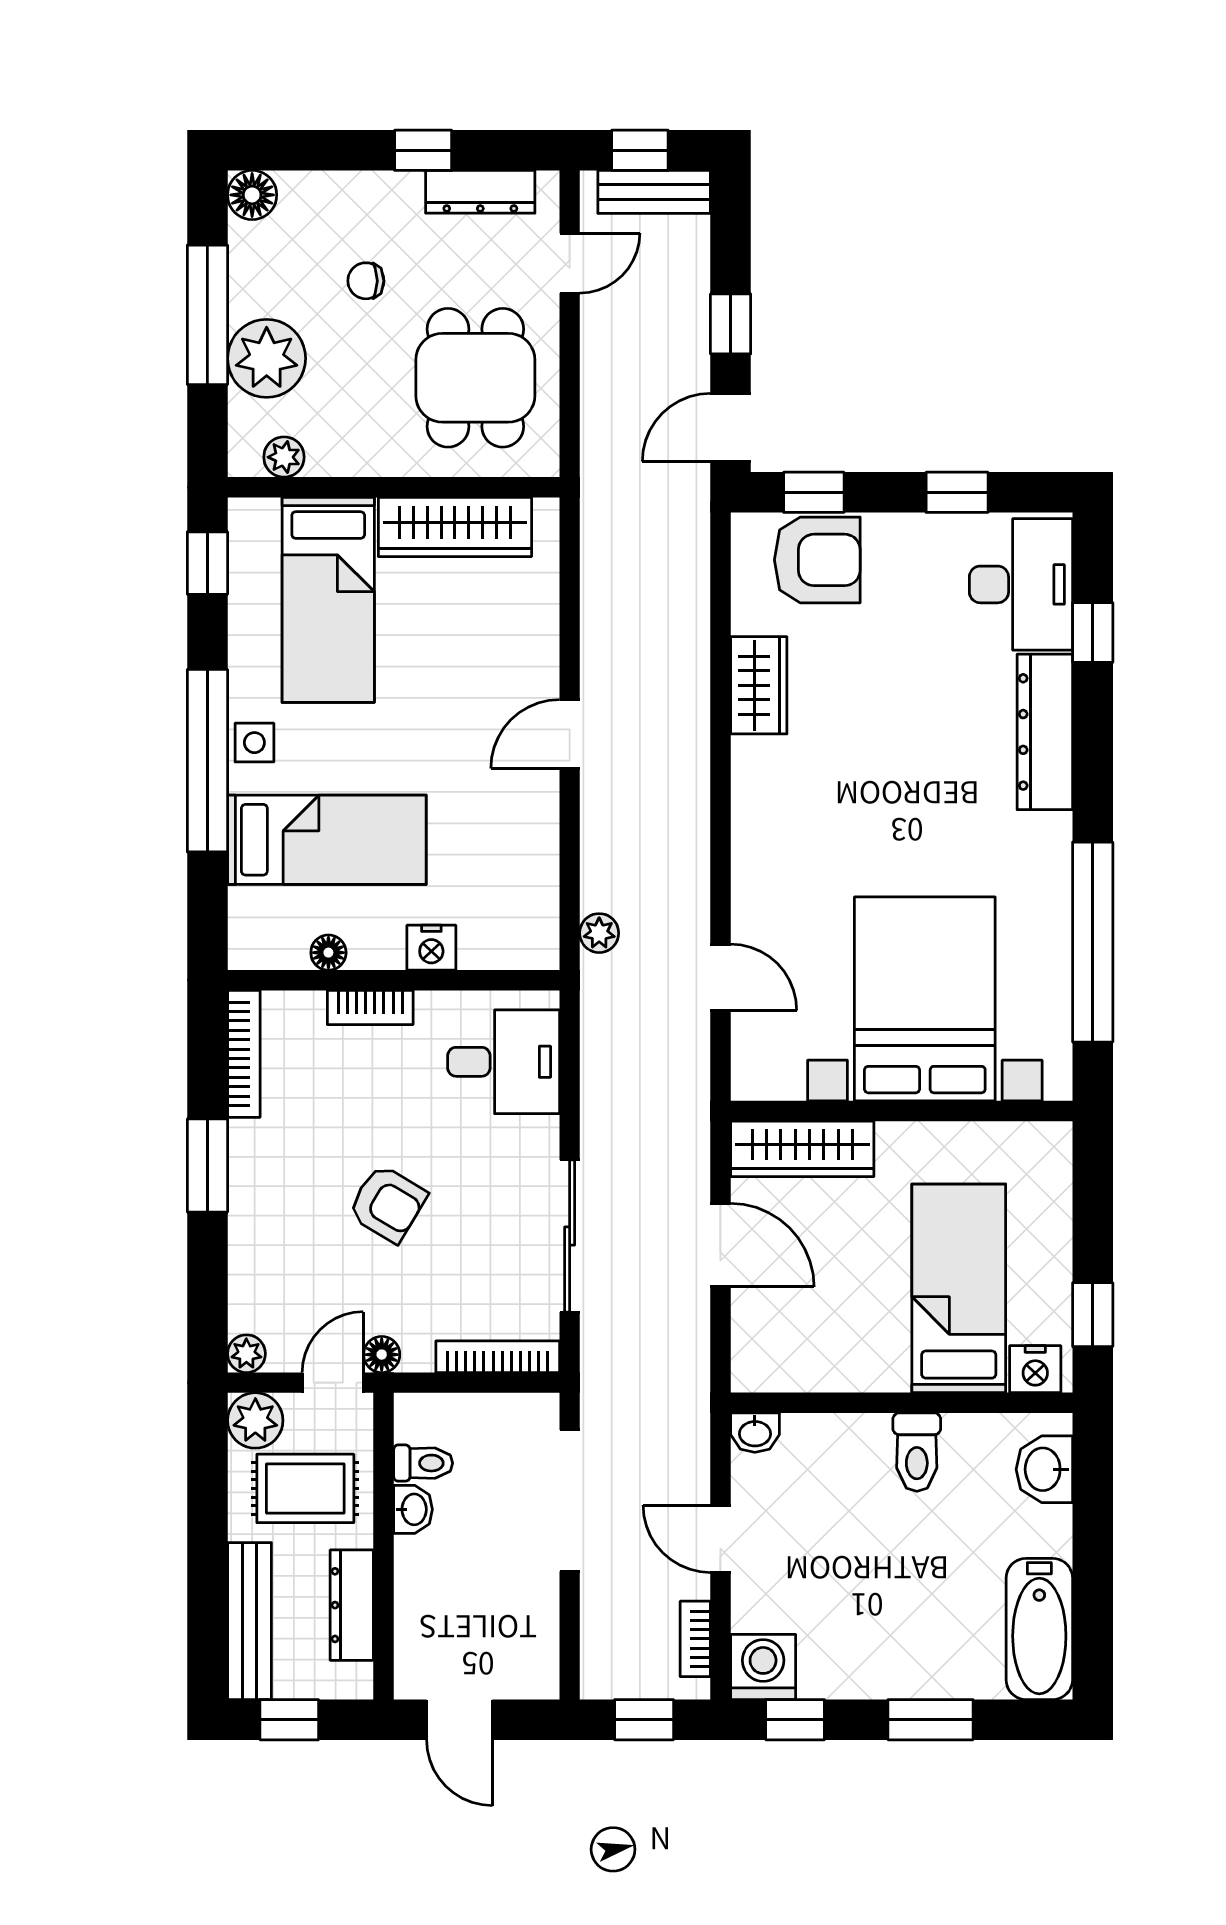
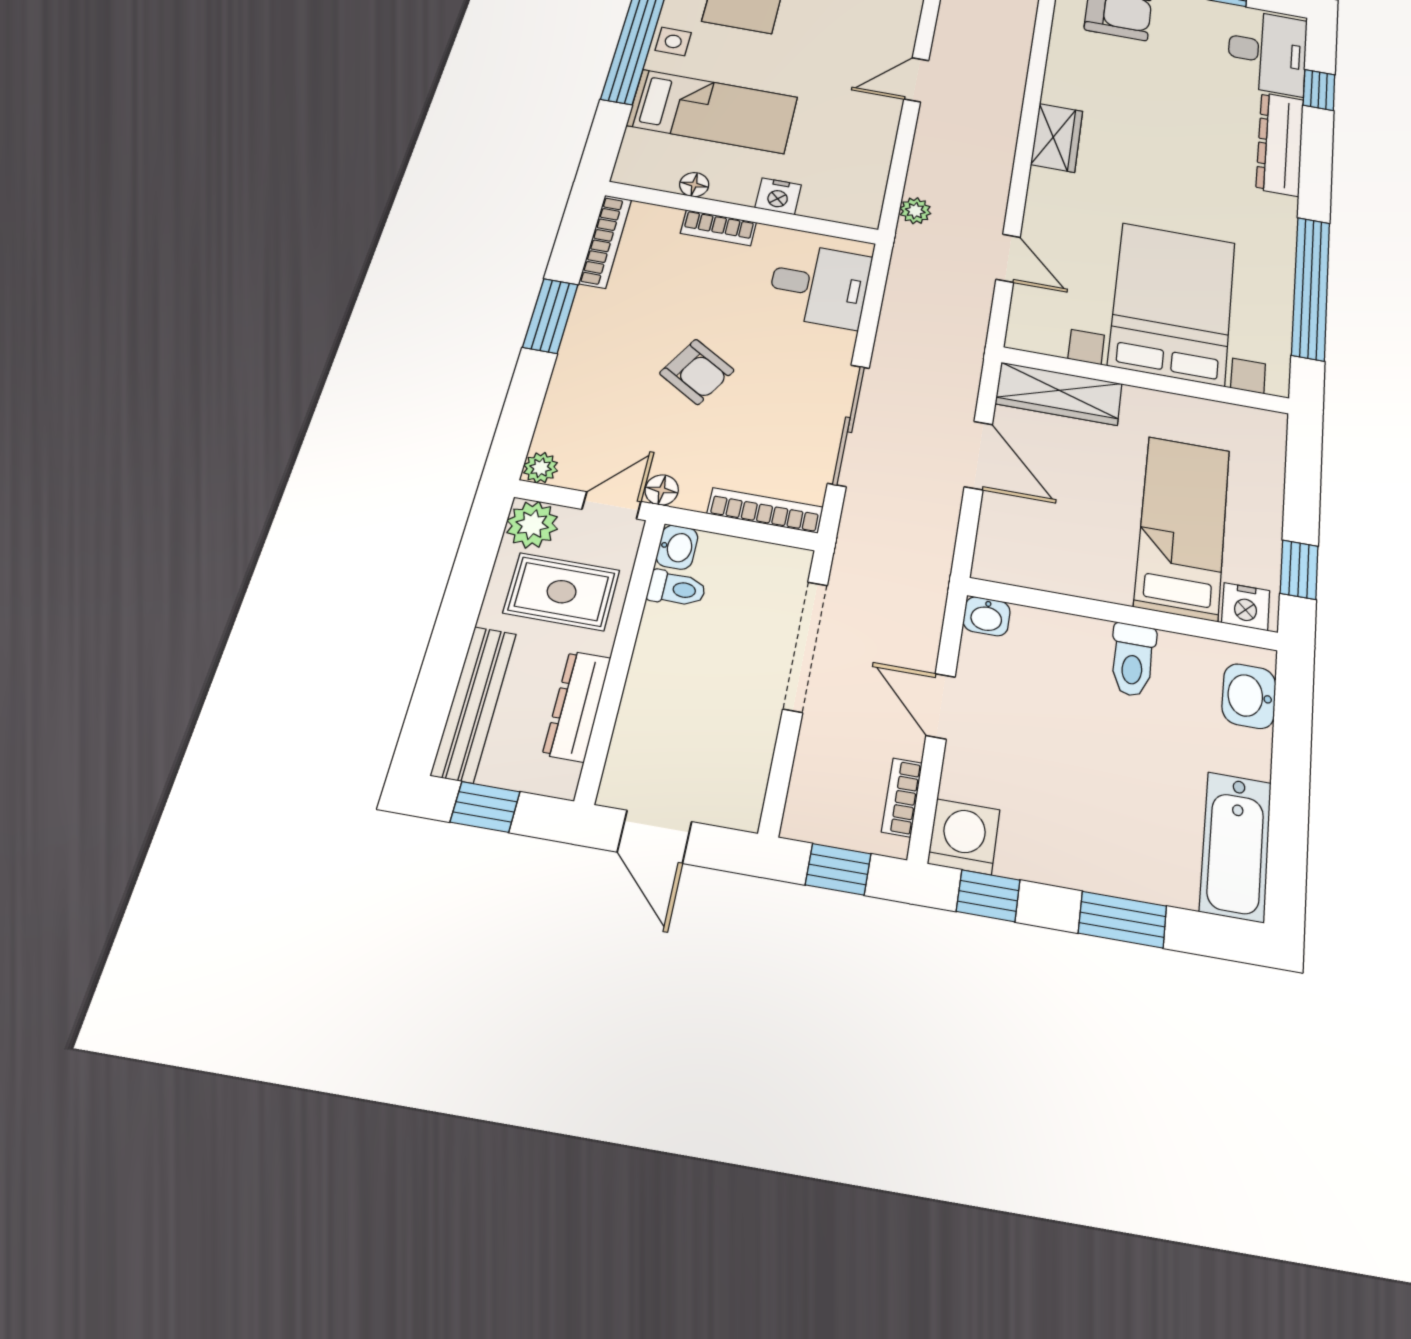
wardrobe: (759, 685) -> (1057, 138), moved
washbasin: (413, 1509) -> (677, 547), moved

